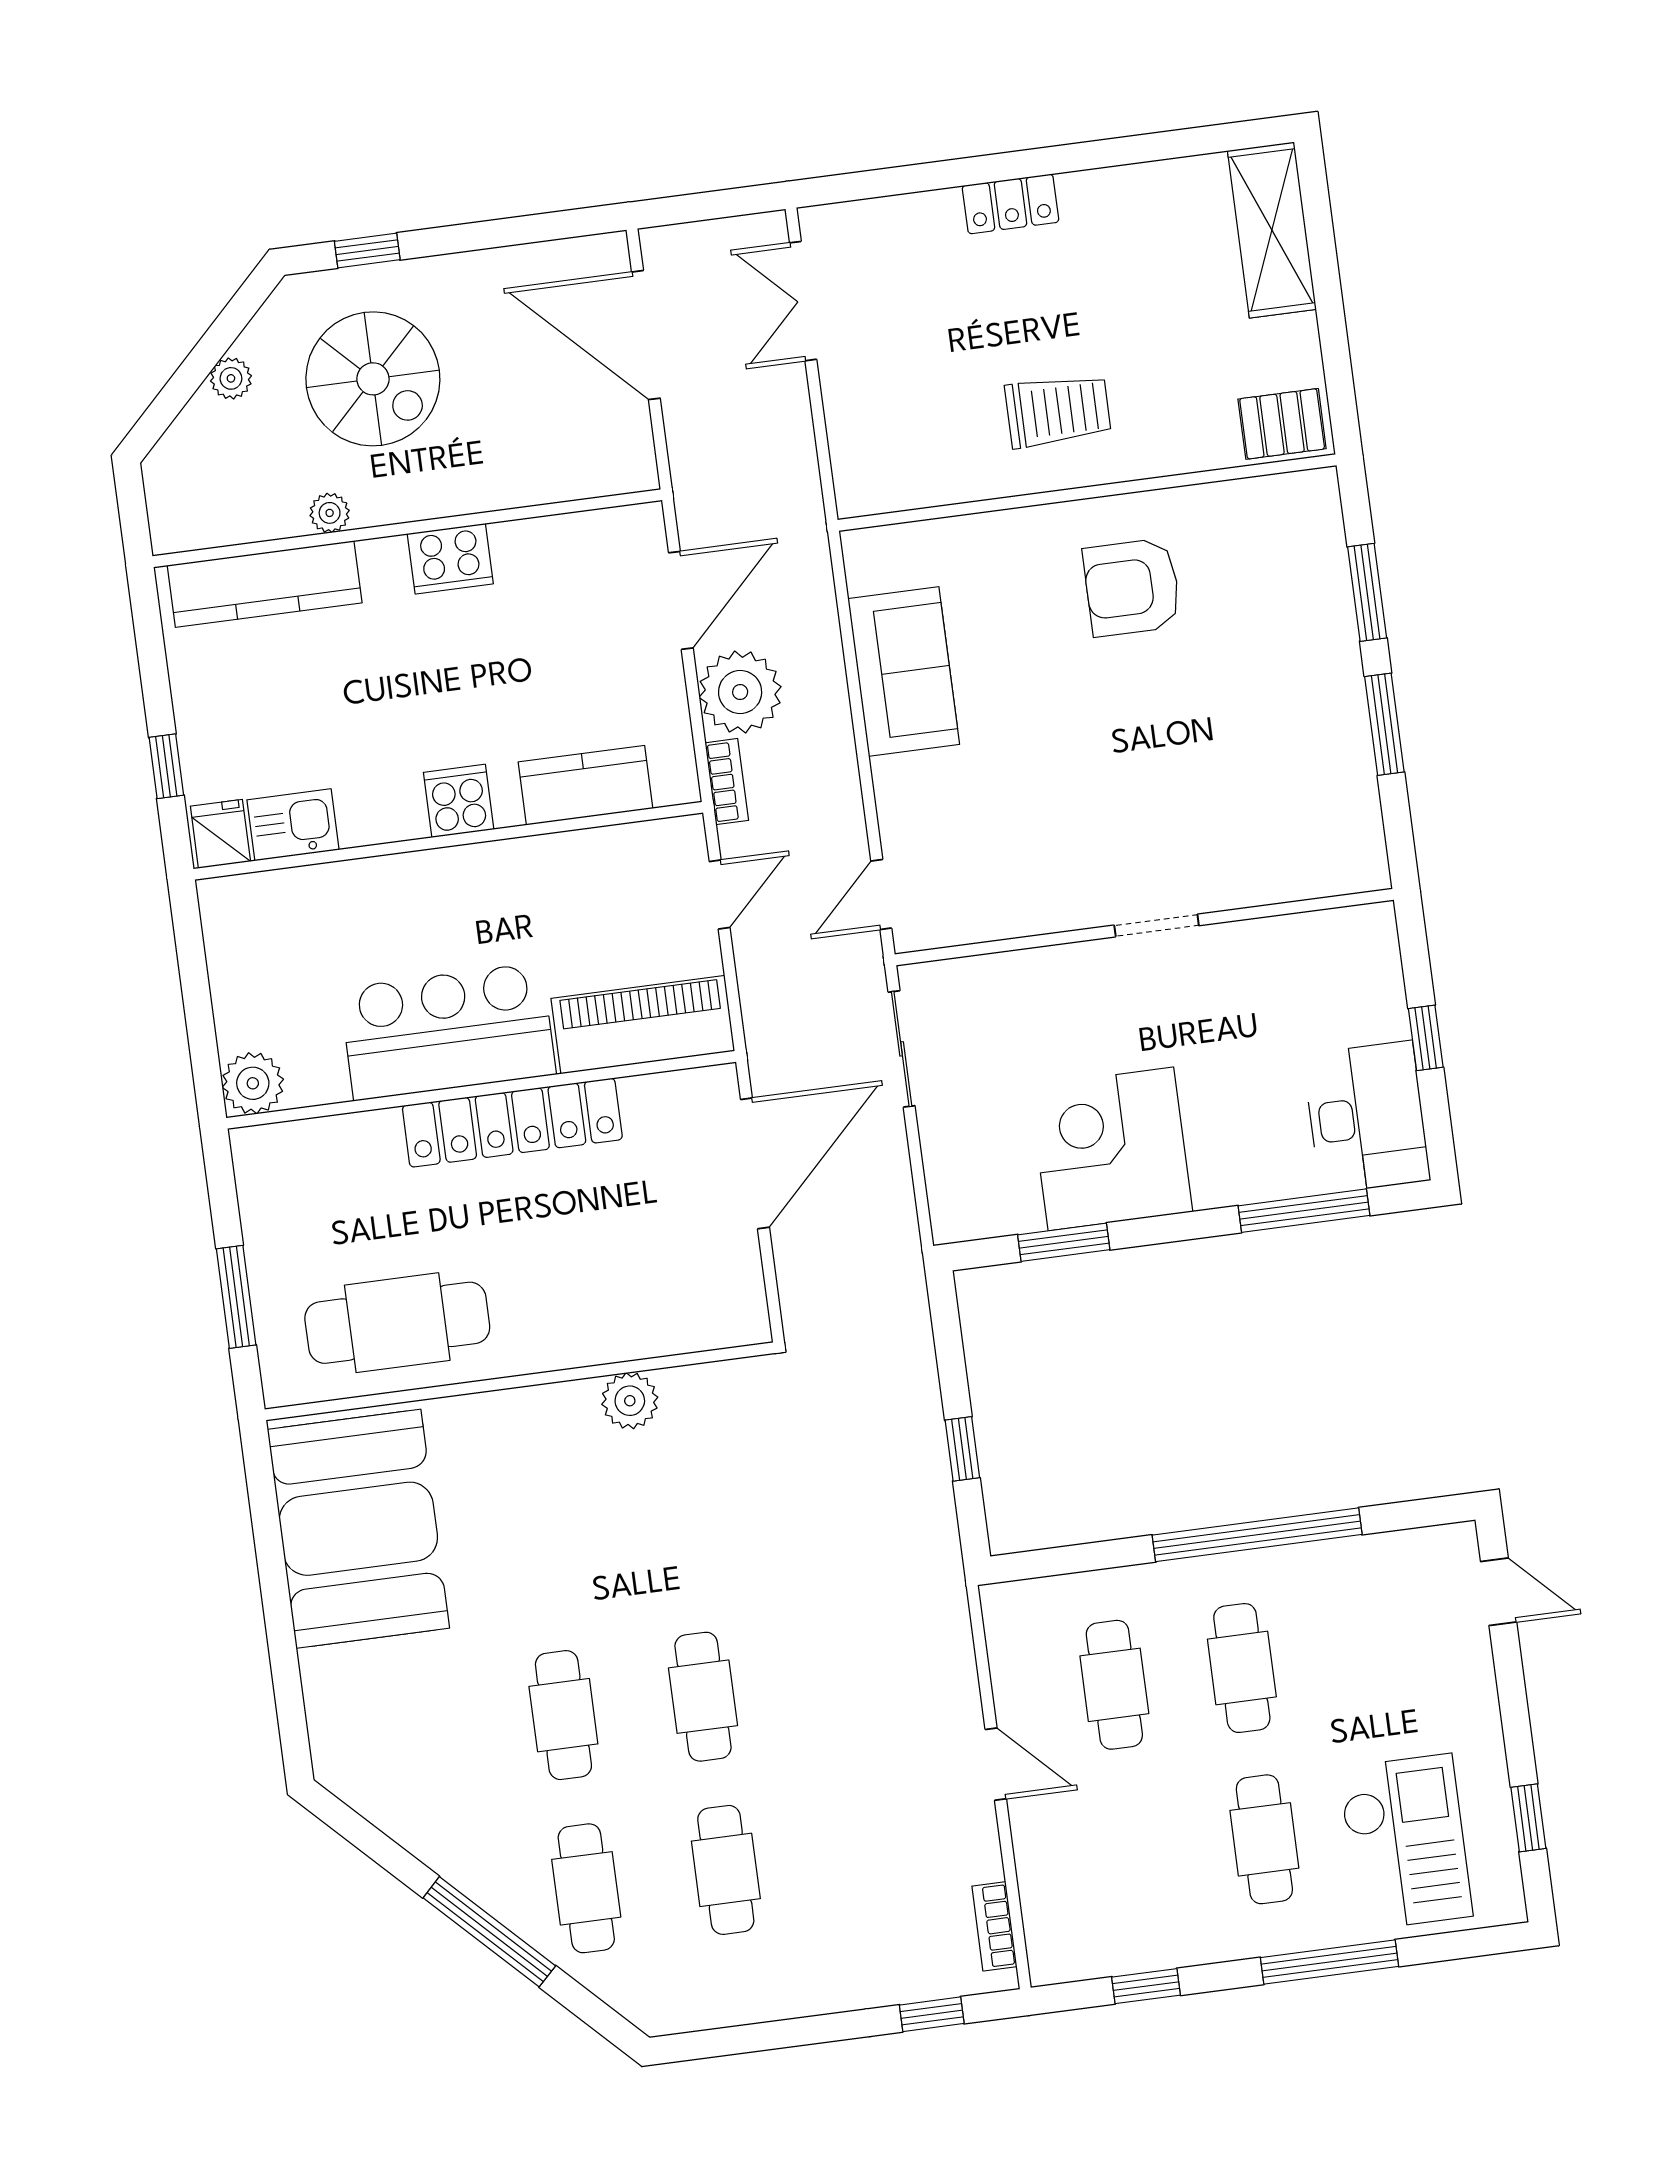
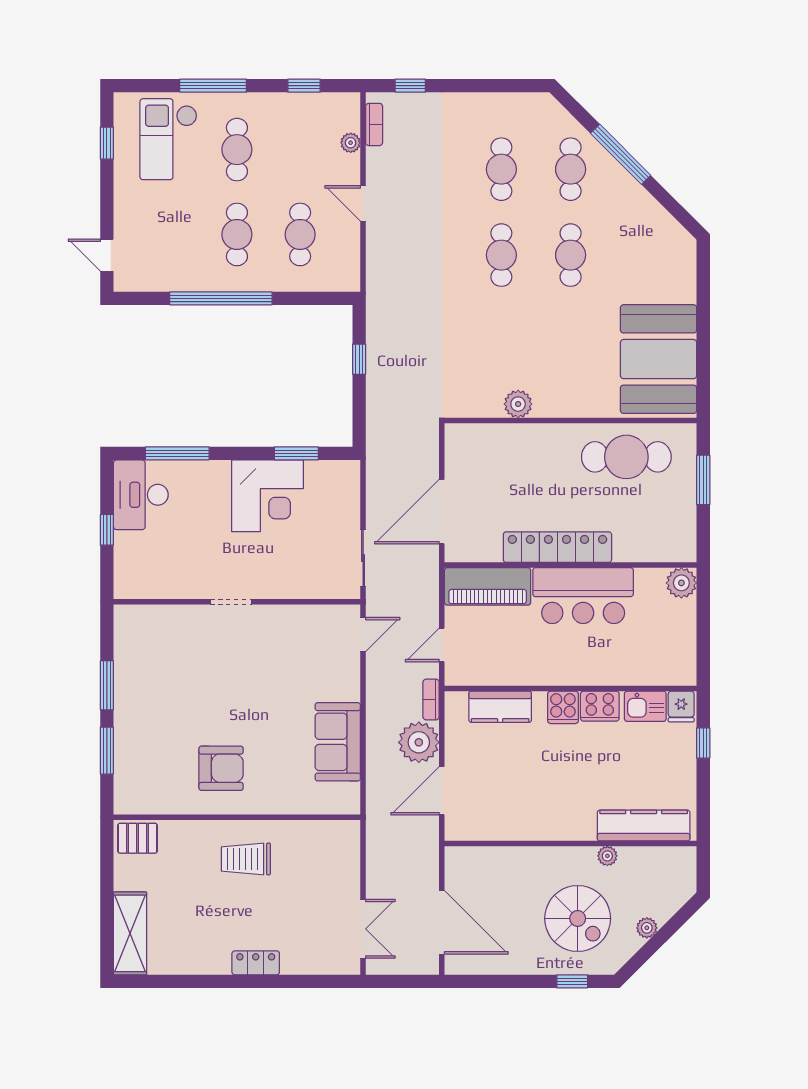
spiral stairs: (373, 379) -> (578, 918), turned 180
cooker: (450, 559) -> (600, 706), moved, turned 180
plant: (1037, 1883) -> (351, 143), added

